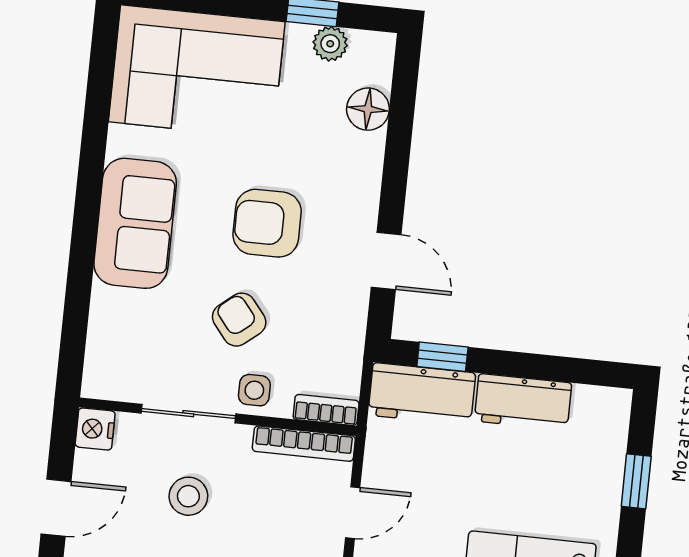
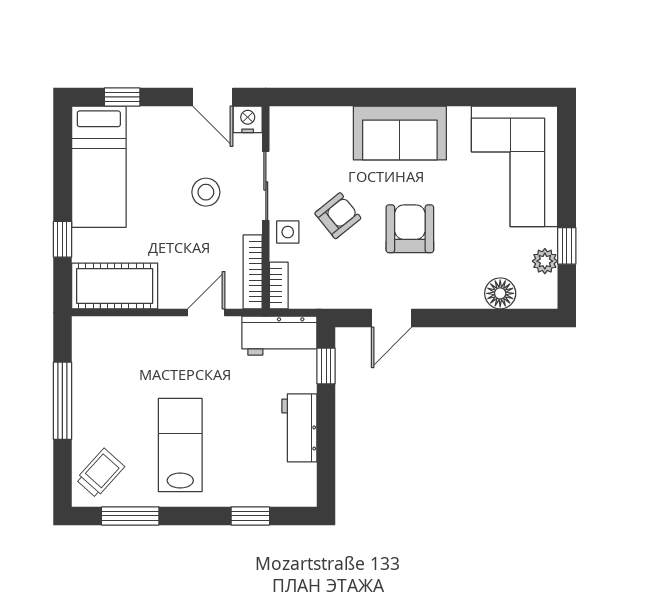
workbench: (422, 394) -> (279, 336), moved, turned -90
door: (56, 508) -> (213, 97), moved
door: (353, 513) -> (206, 313), swing flipped

